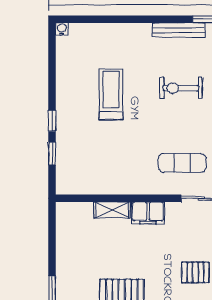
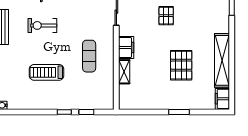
exercise bike: (181, 88) -> (42, 25), turned 90
exercise mat: (182, 163) -> (89, 56), moved

